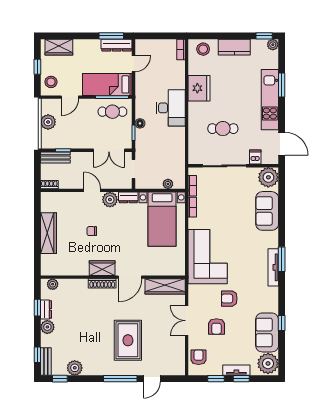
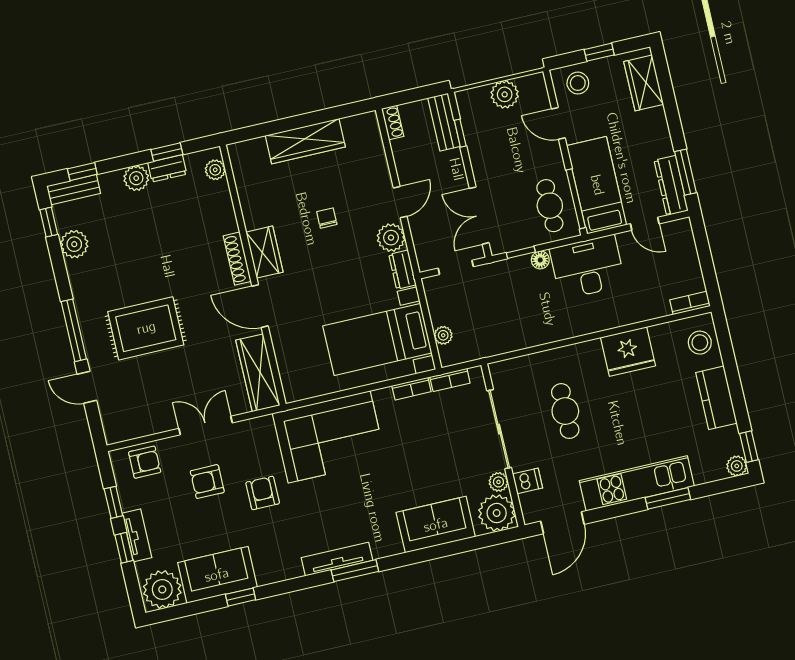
desk: (171, 108) -> (588, 267), moved, turned 180
plant: (252, 173) -> (498, 482), added

